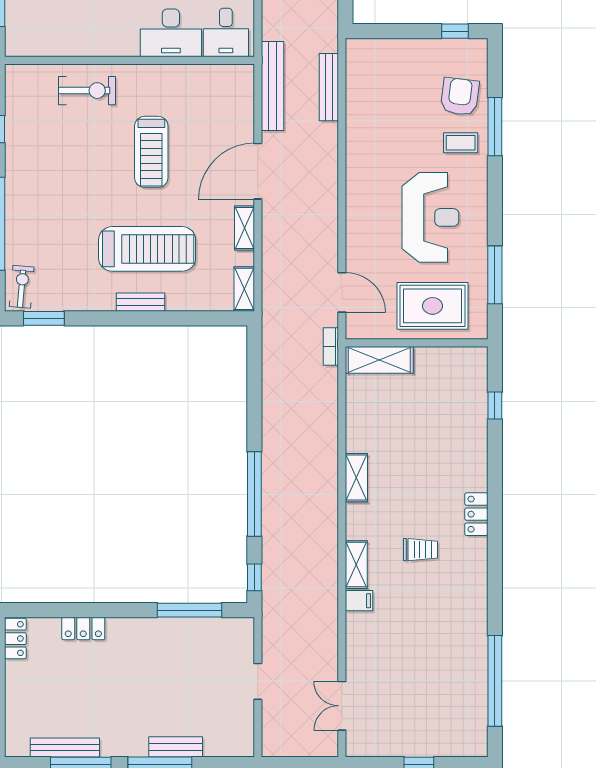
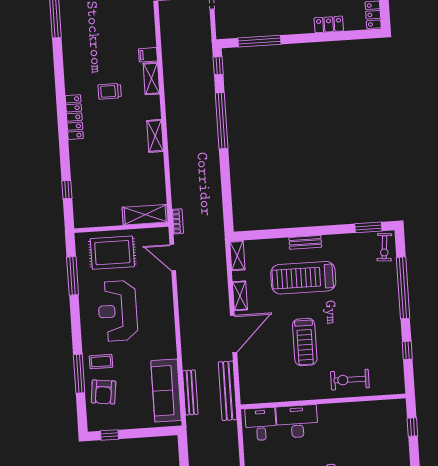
sofa: (365, 93) -> (166, 391), added
treadmill: (151, 152) -> (305, 342), turned 180
locker: (476, 514) -> (74, 117), width x1.53

